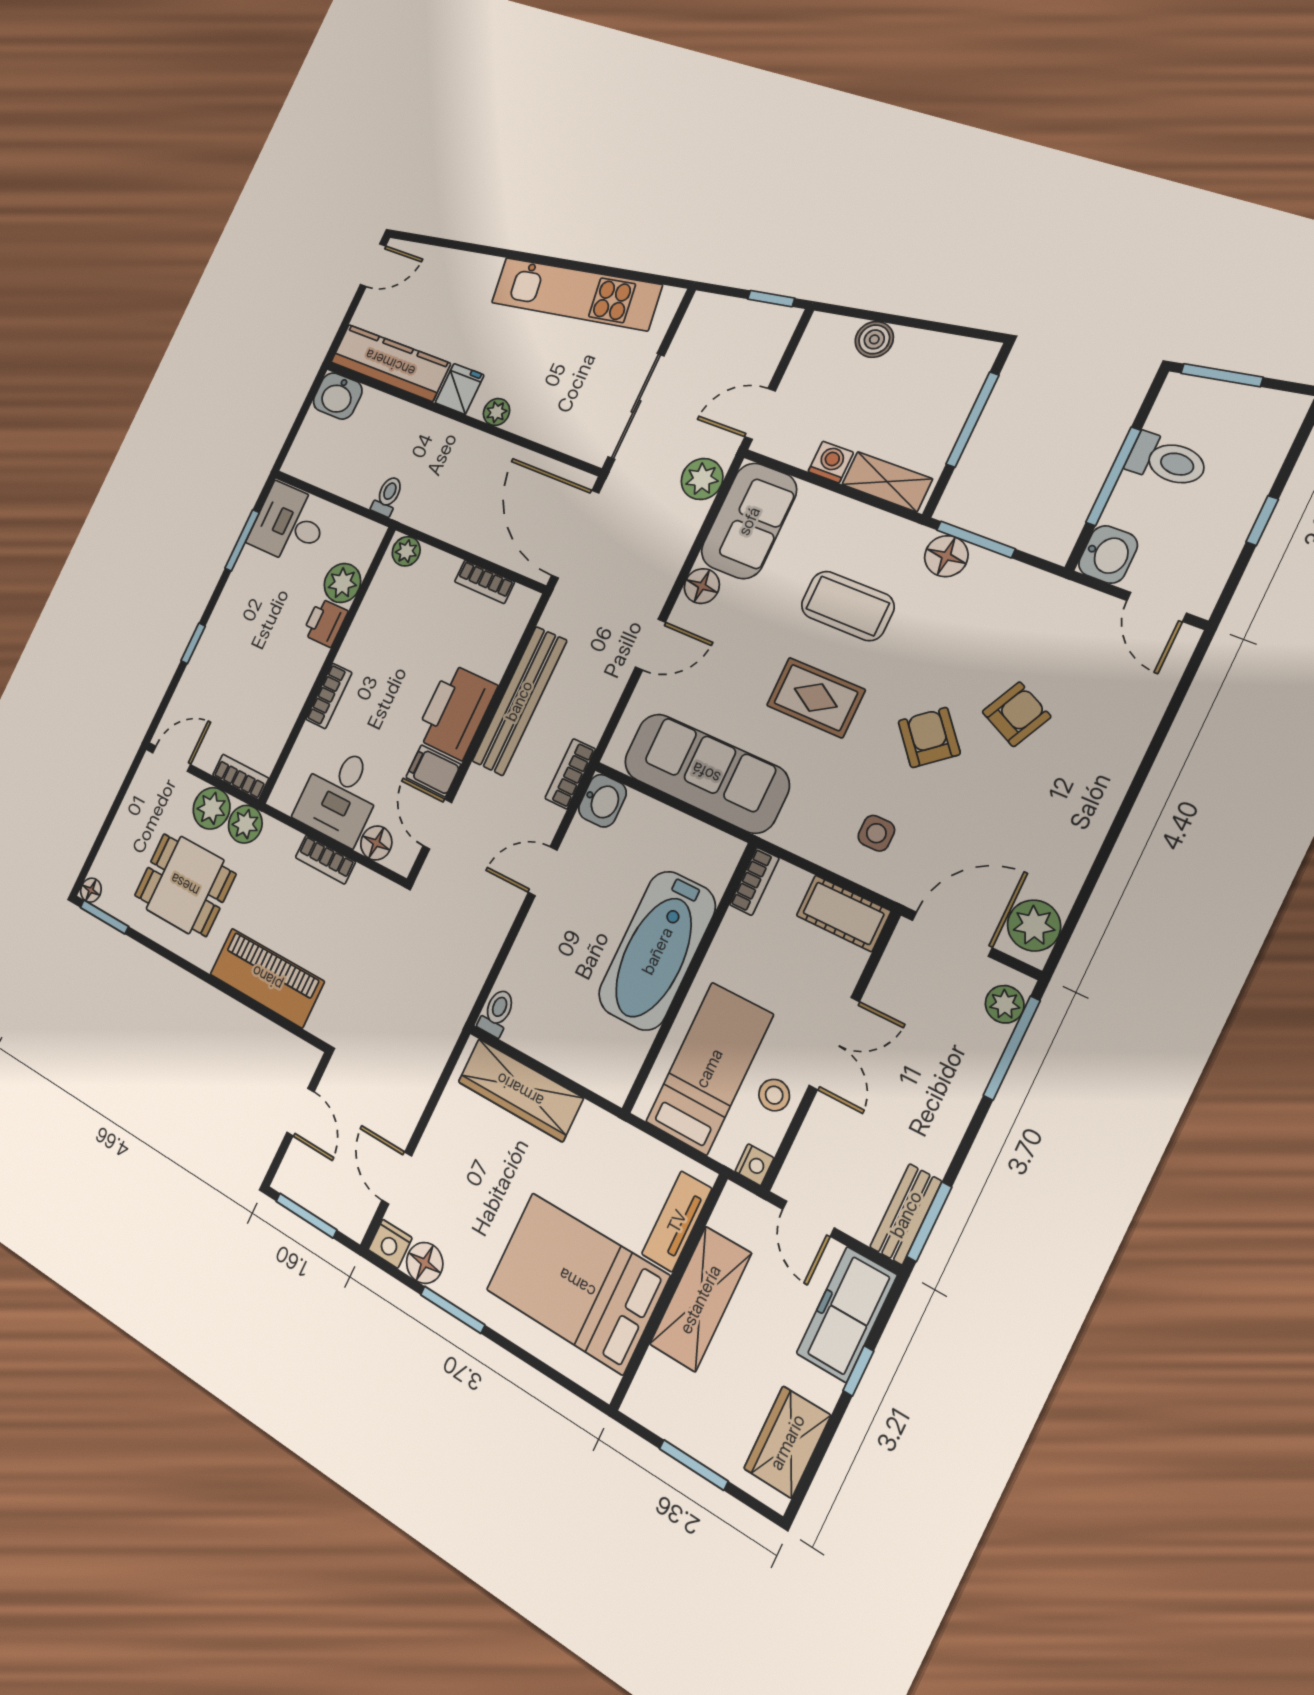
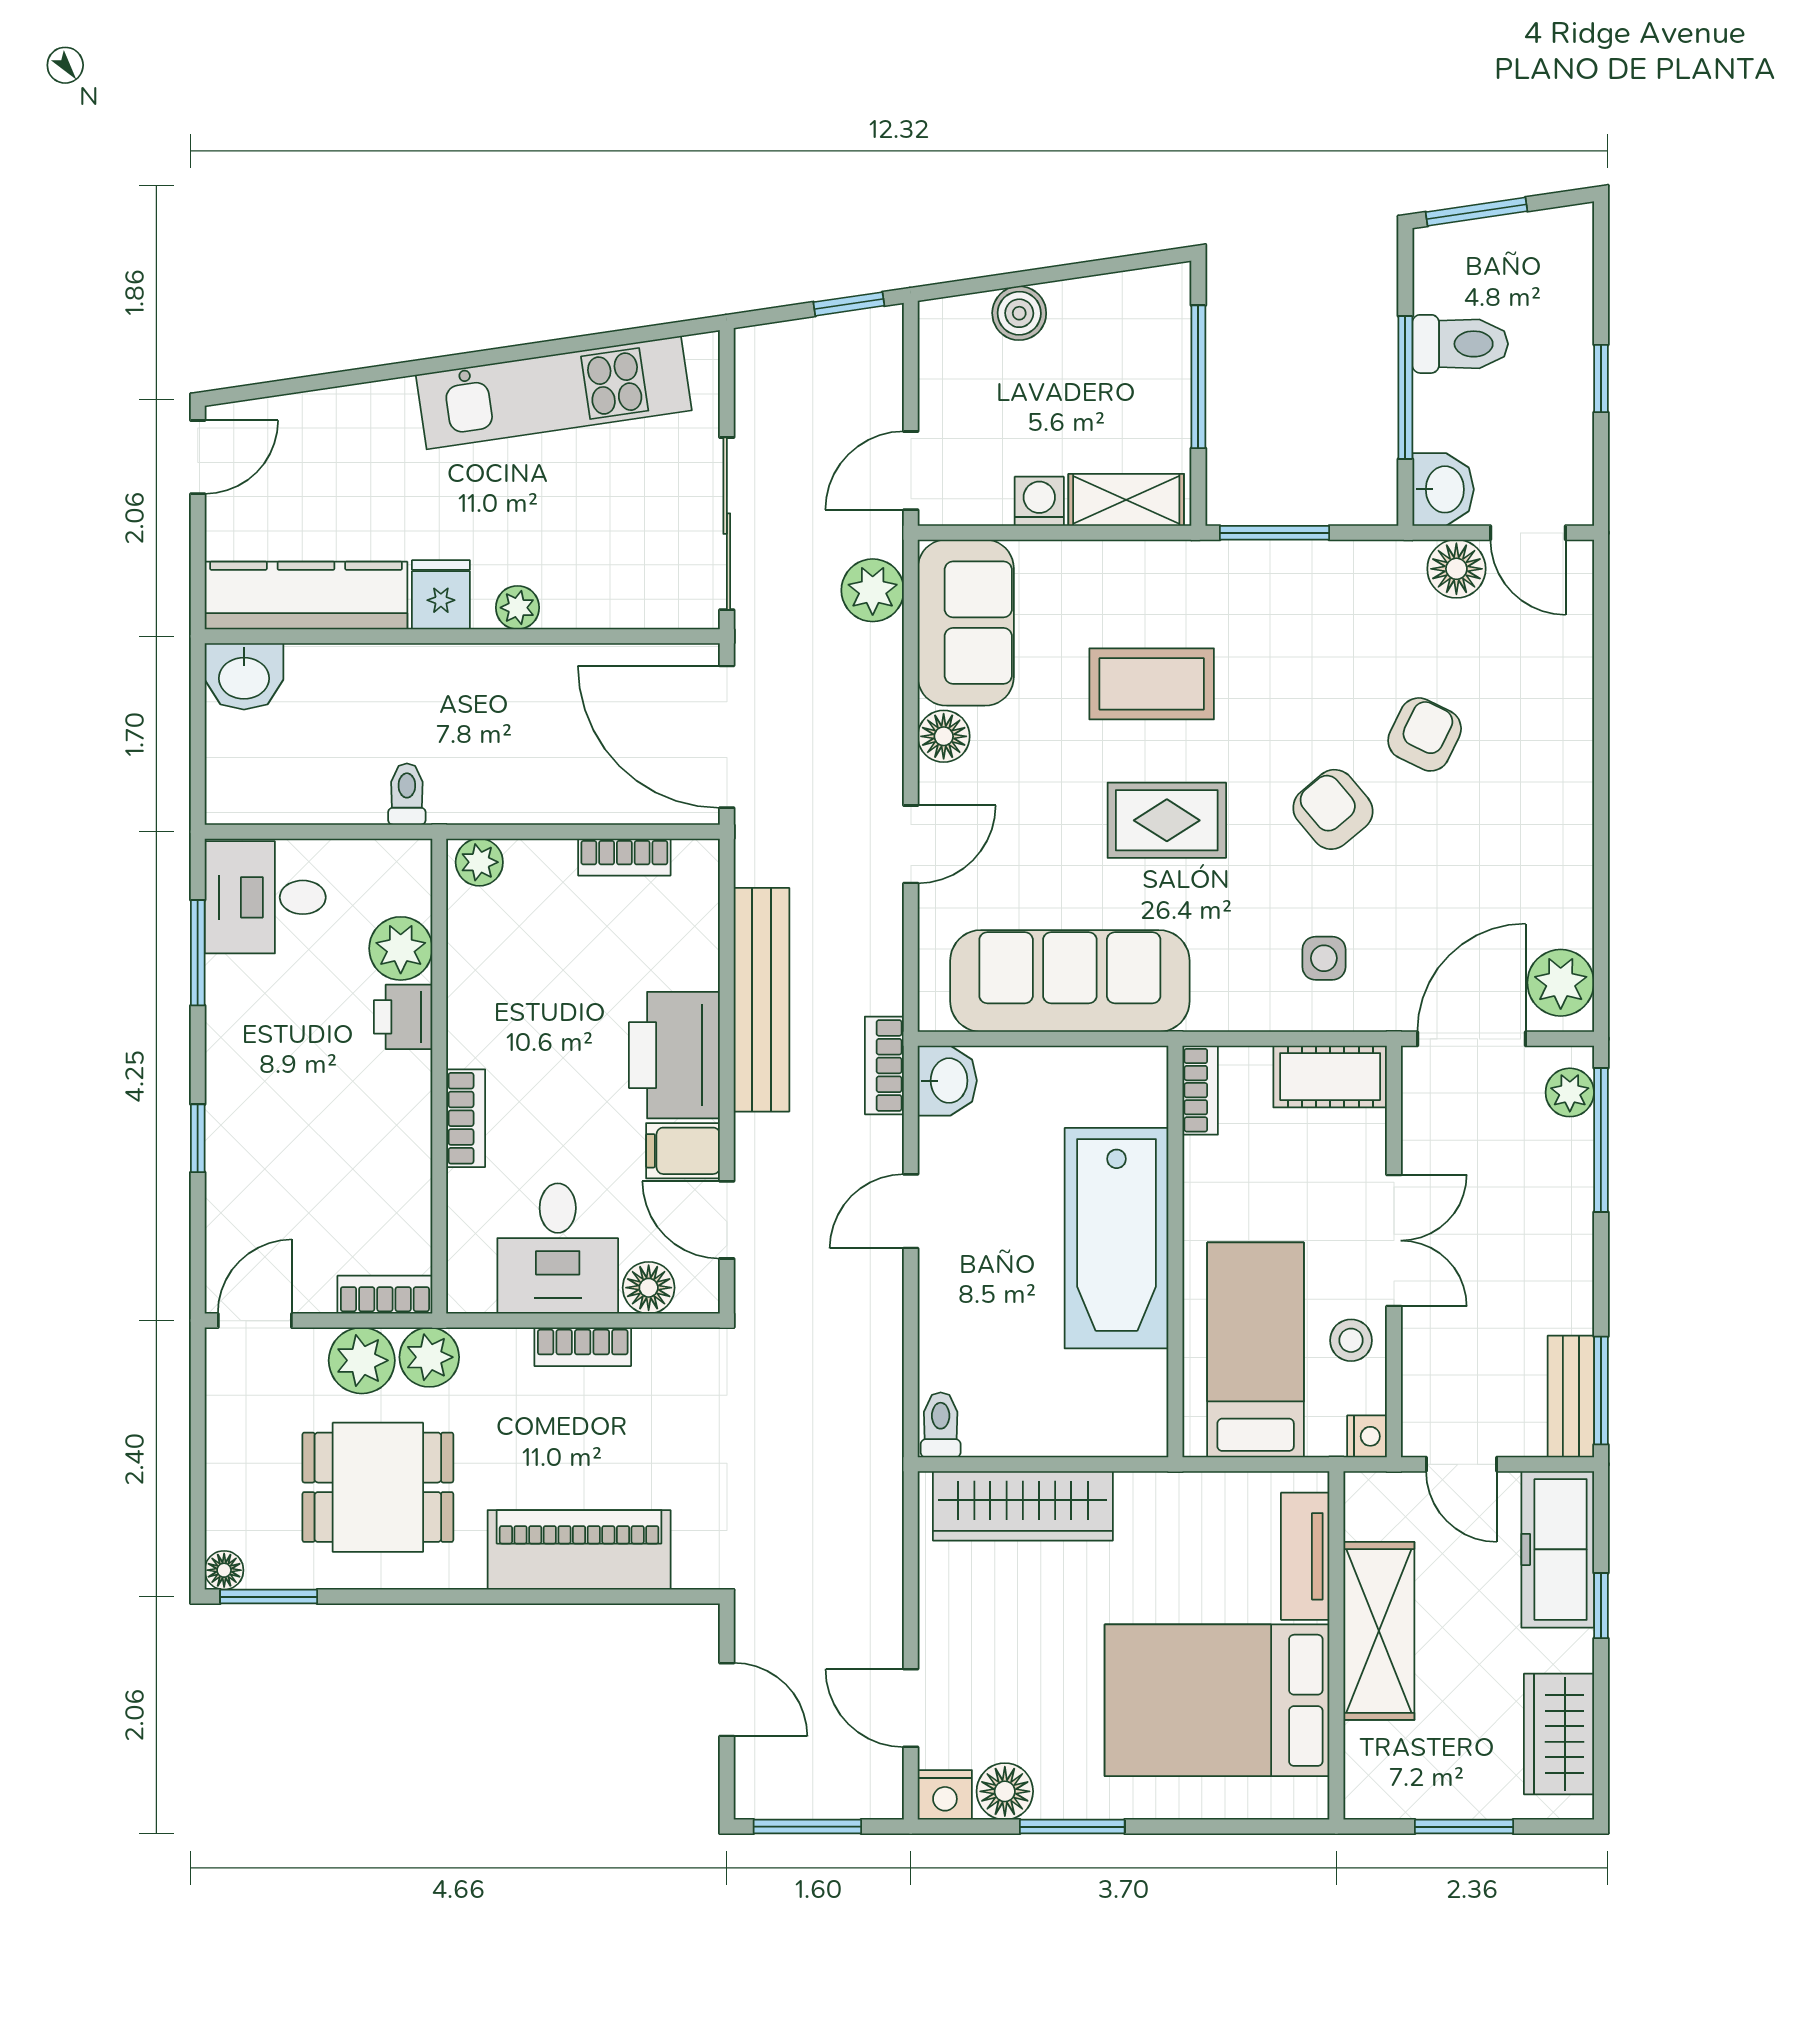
floor lamp: (946, 556) -> (1456, 569), moved

